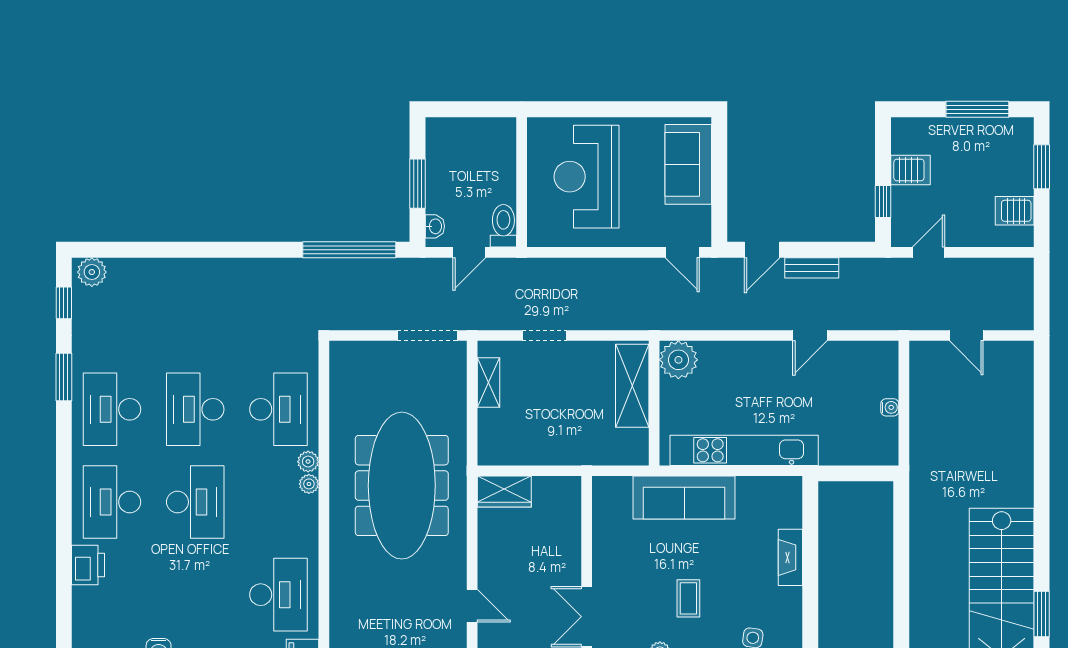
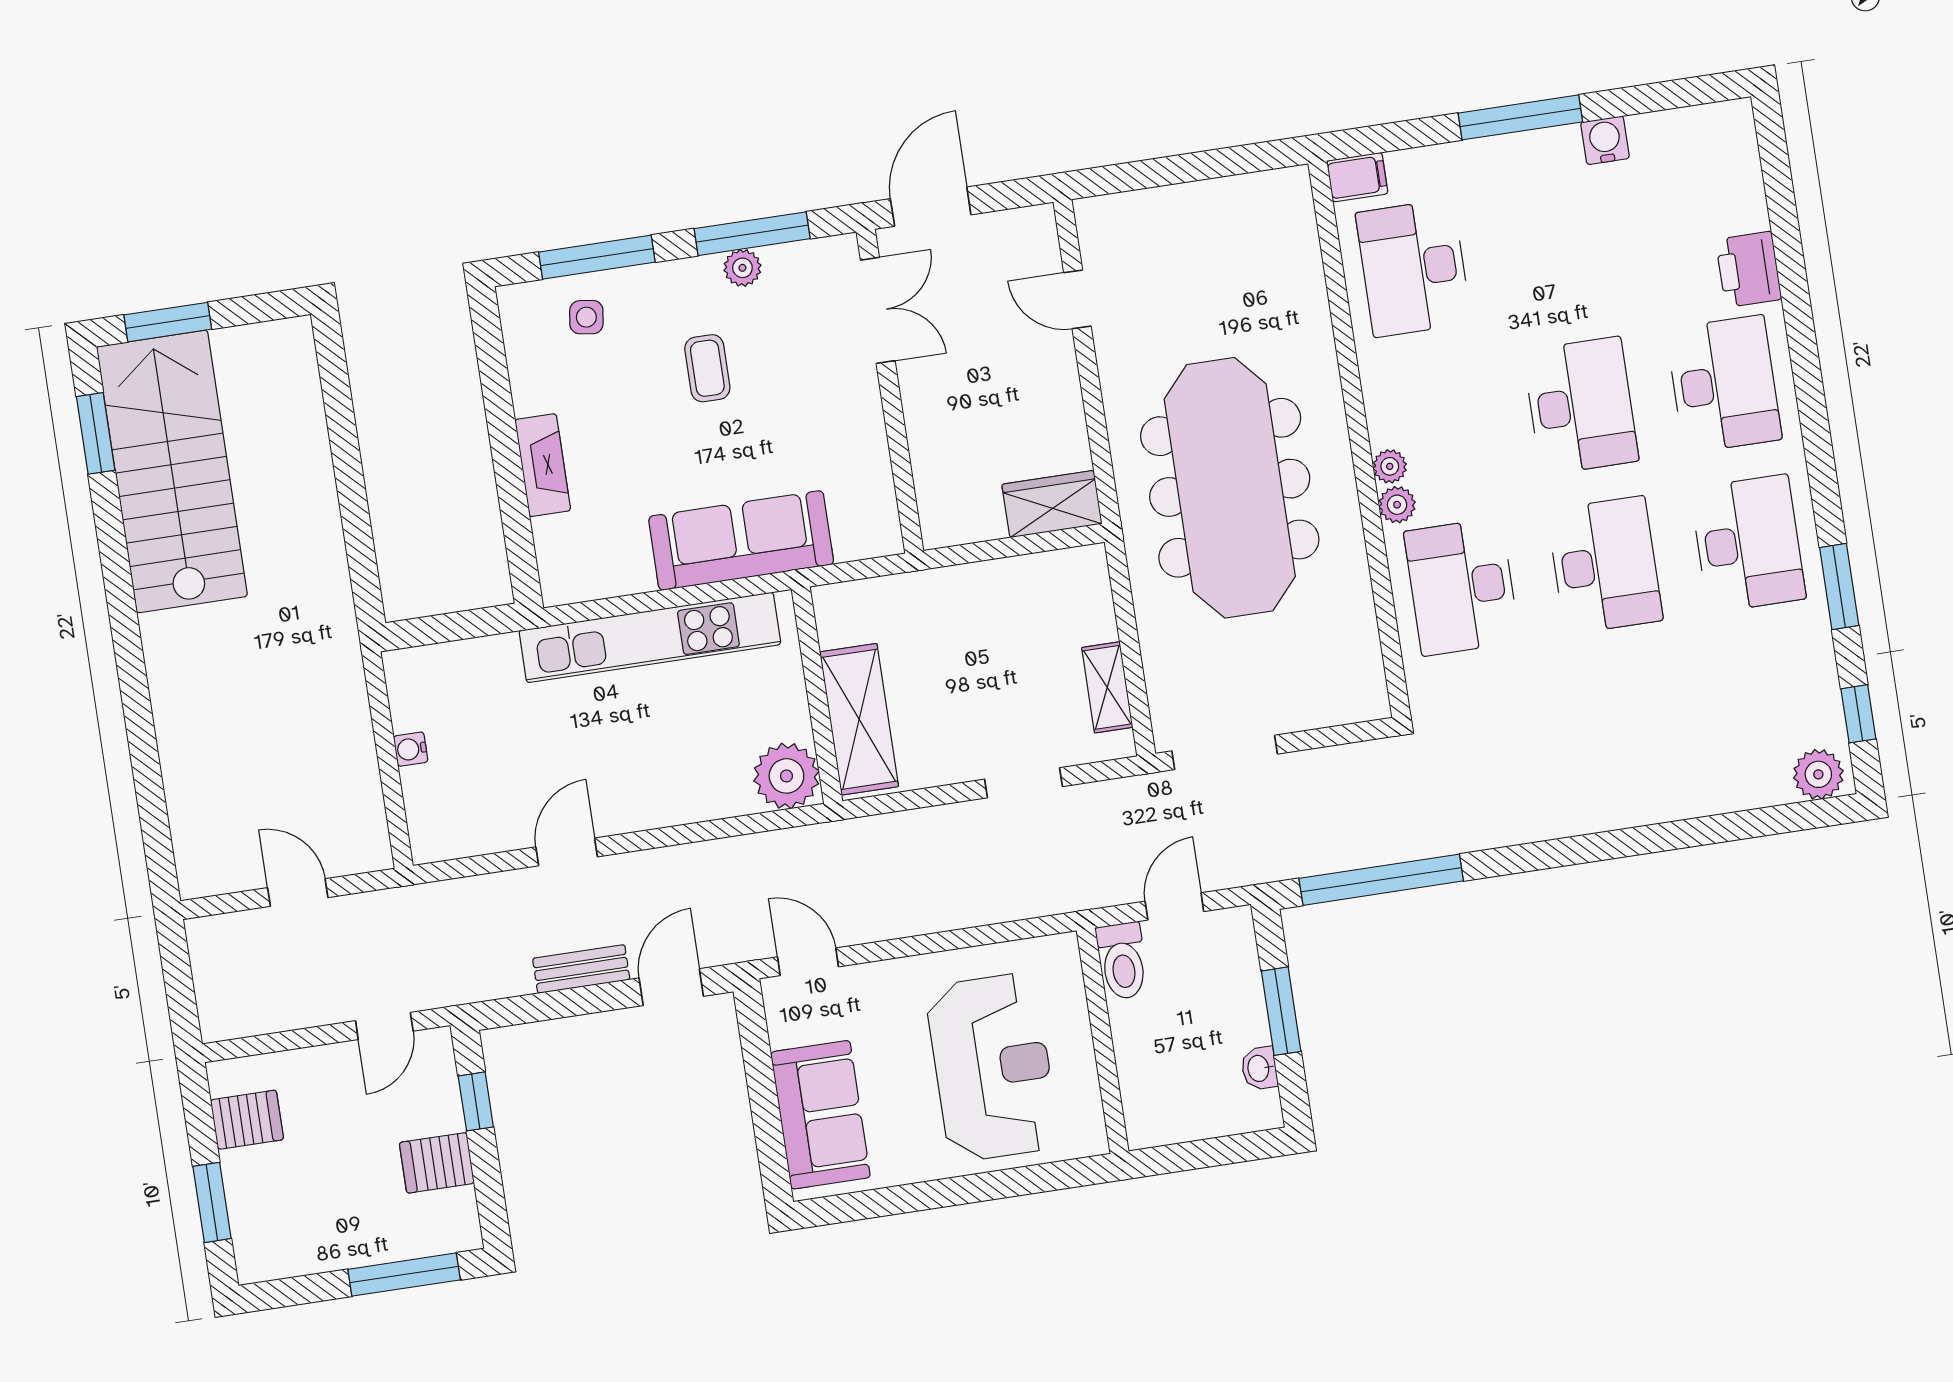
window: (977, 109) -> (404, 1275), moved
washbasin: (435, 226) -> (1259, 1068), moved
desk: (195, 502) -> (1581, 406), turned 180

